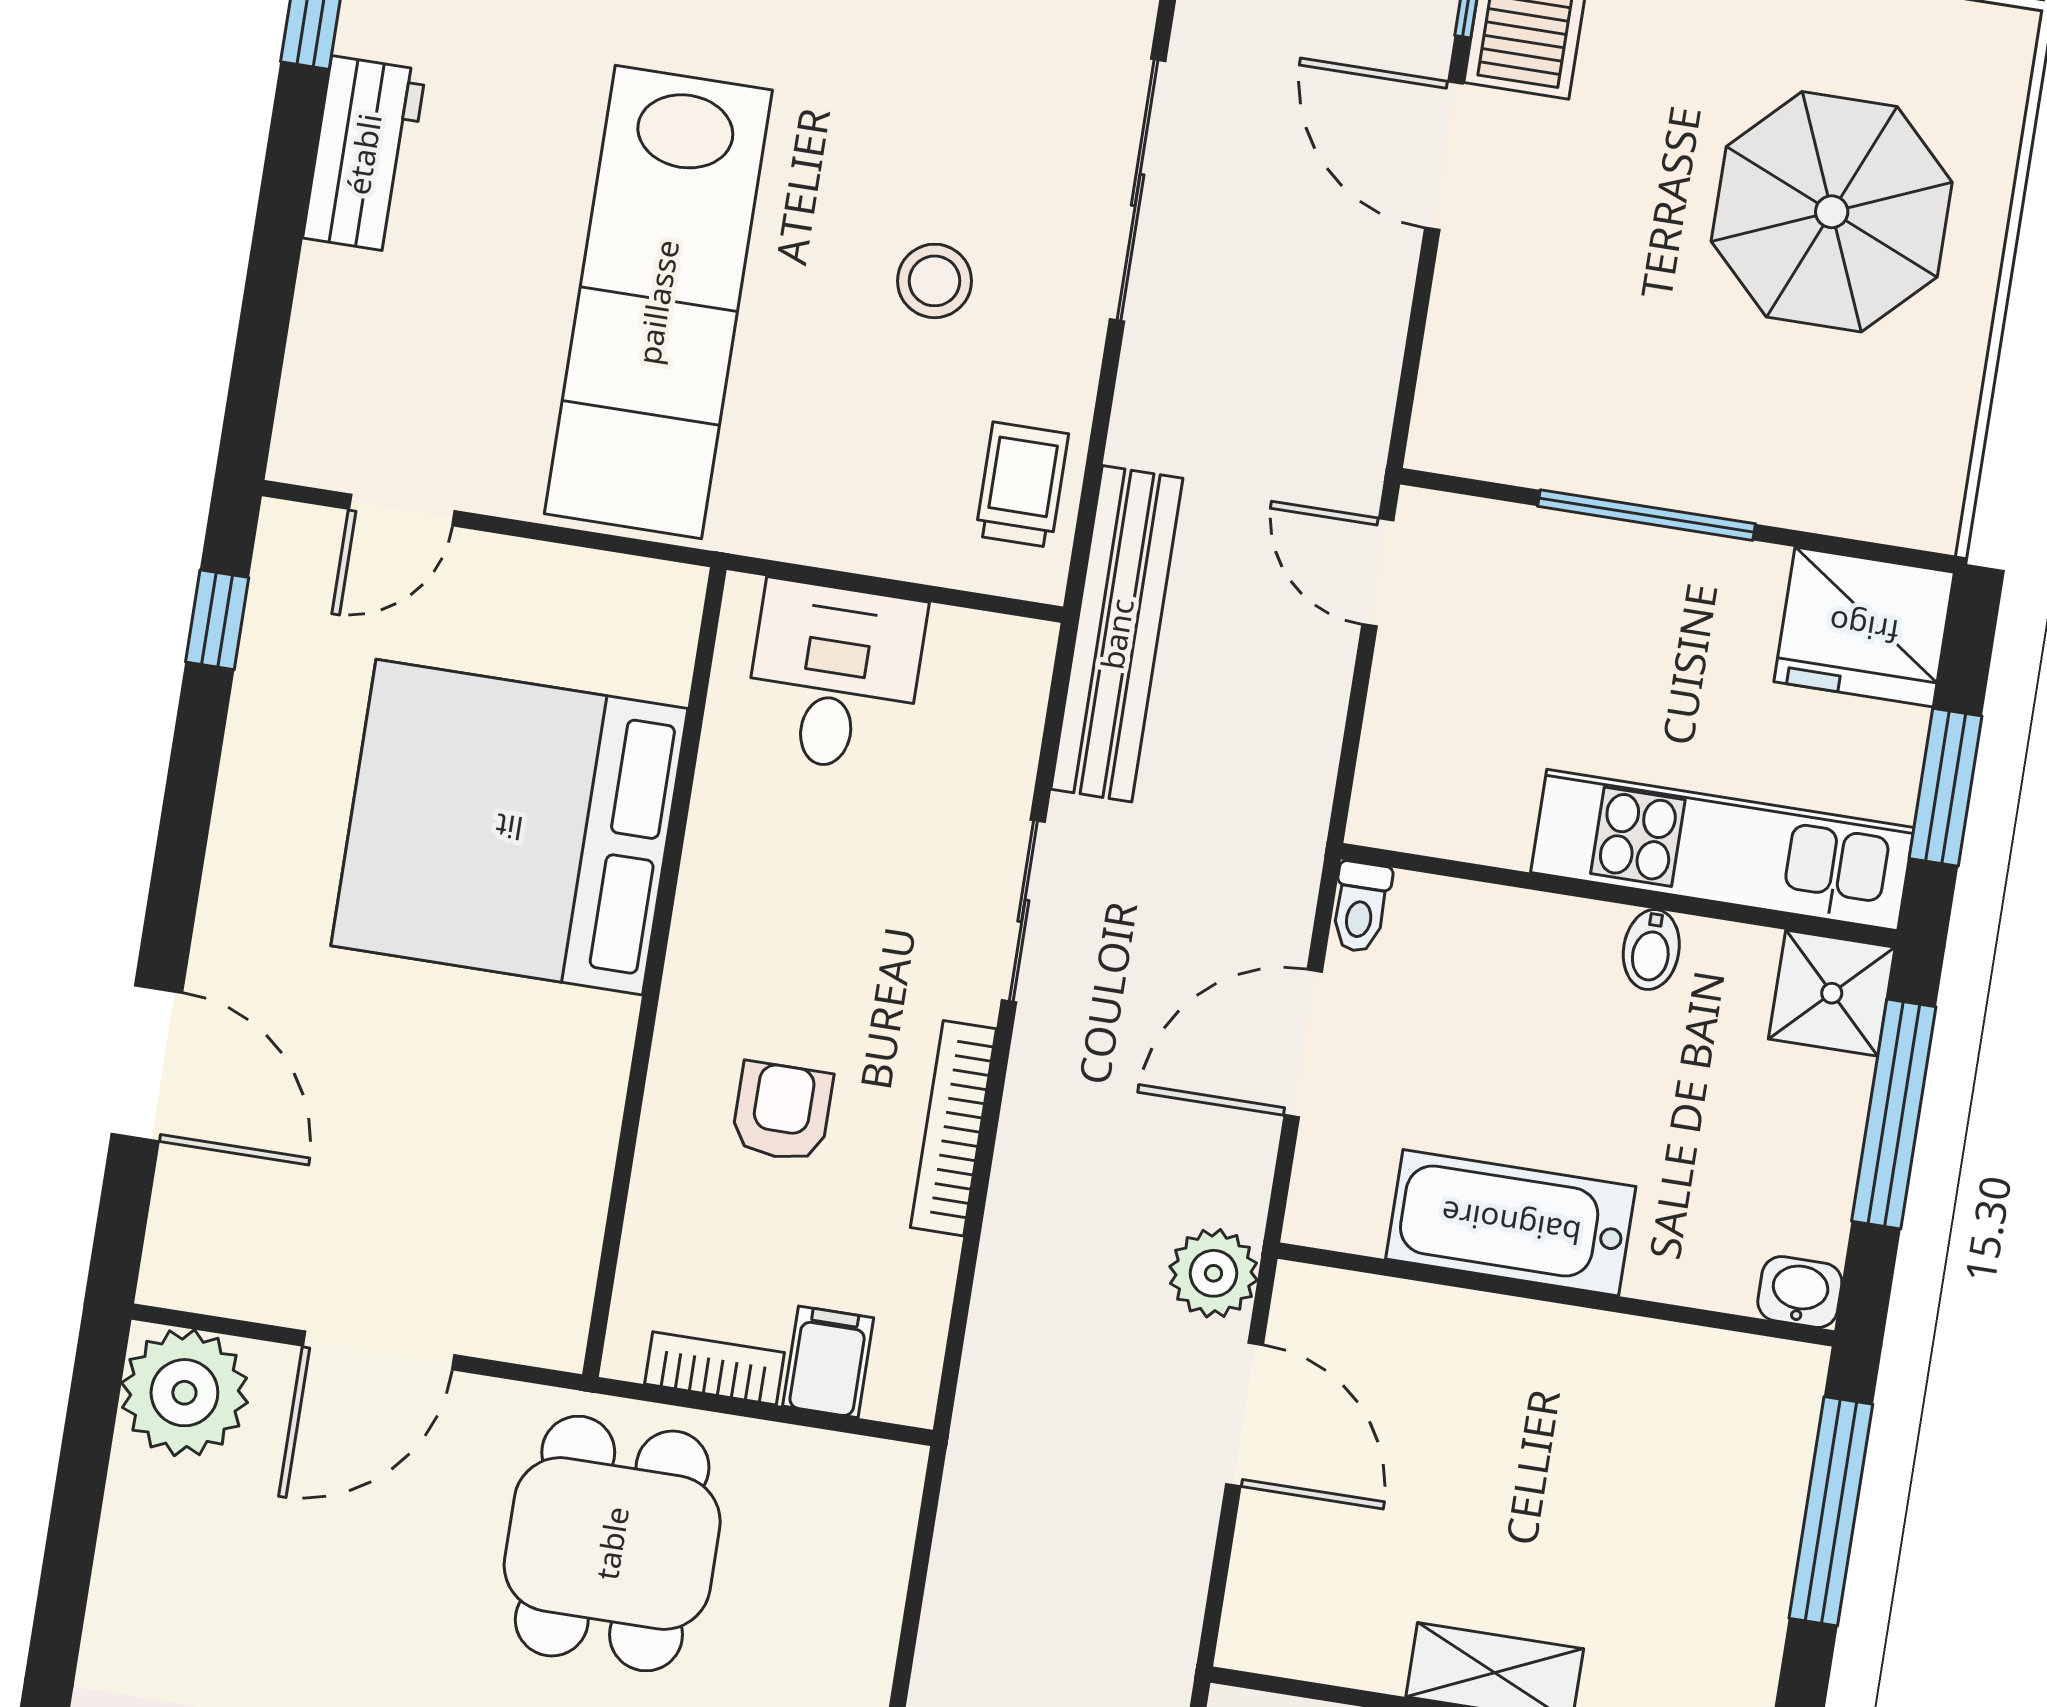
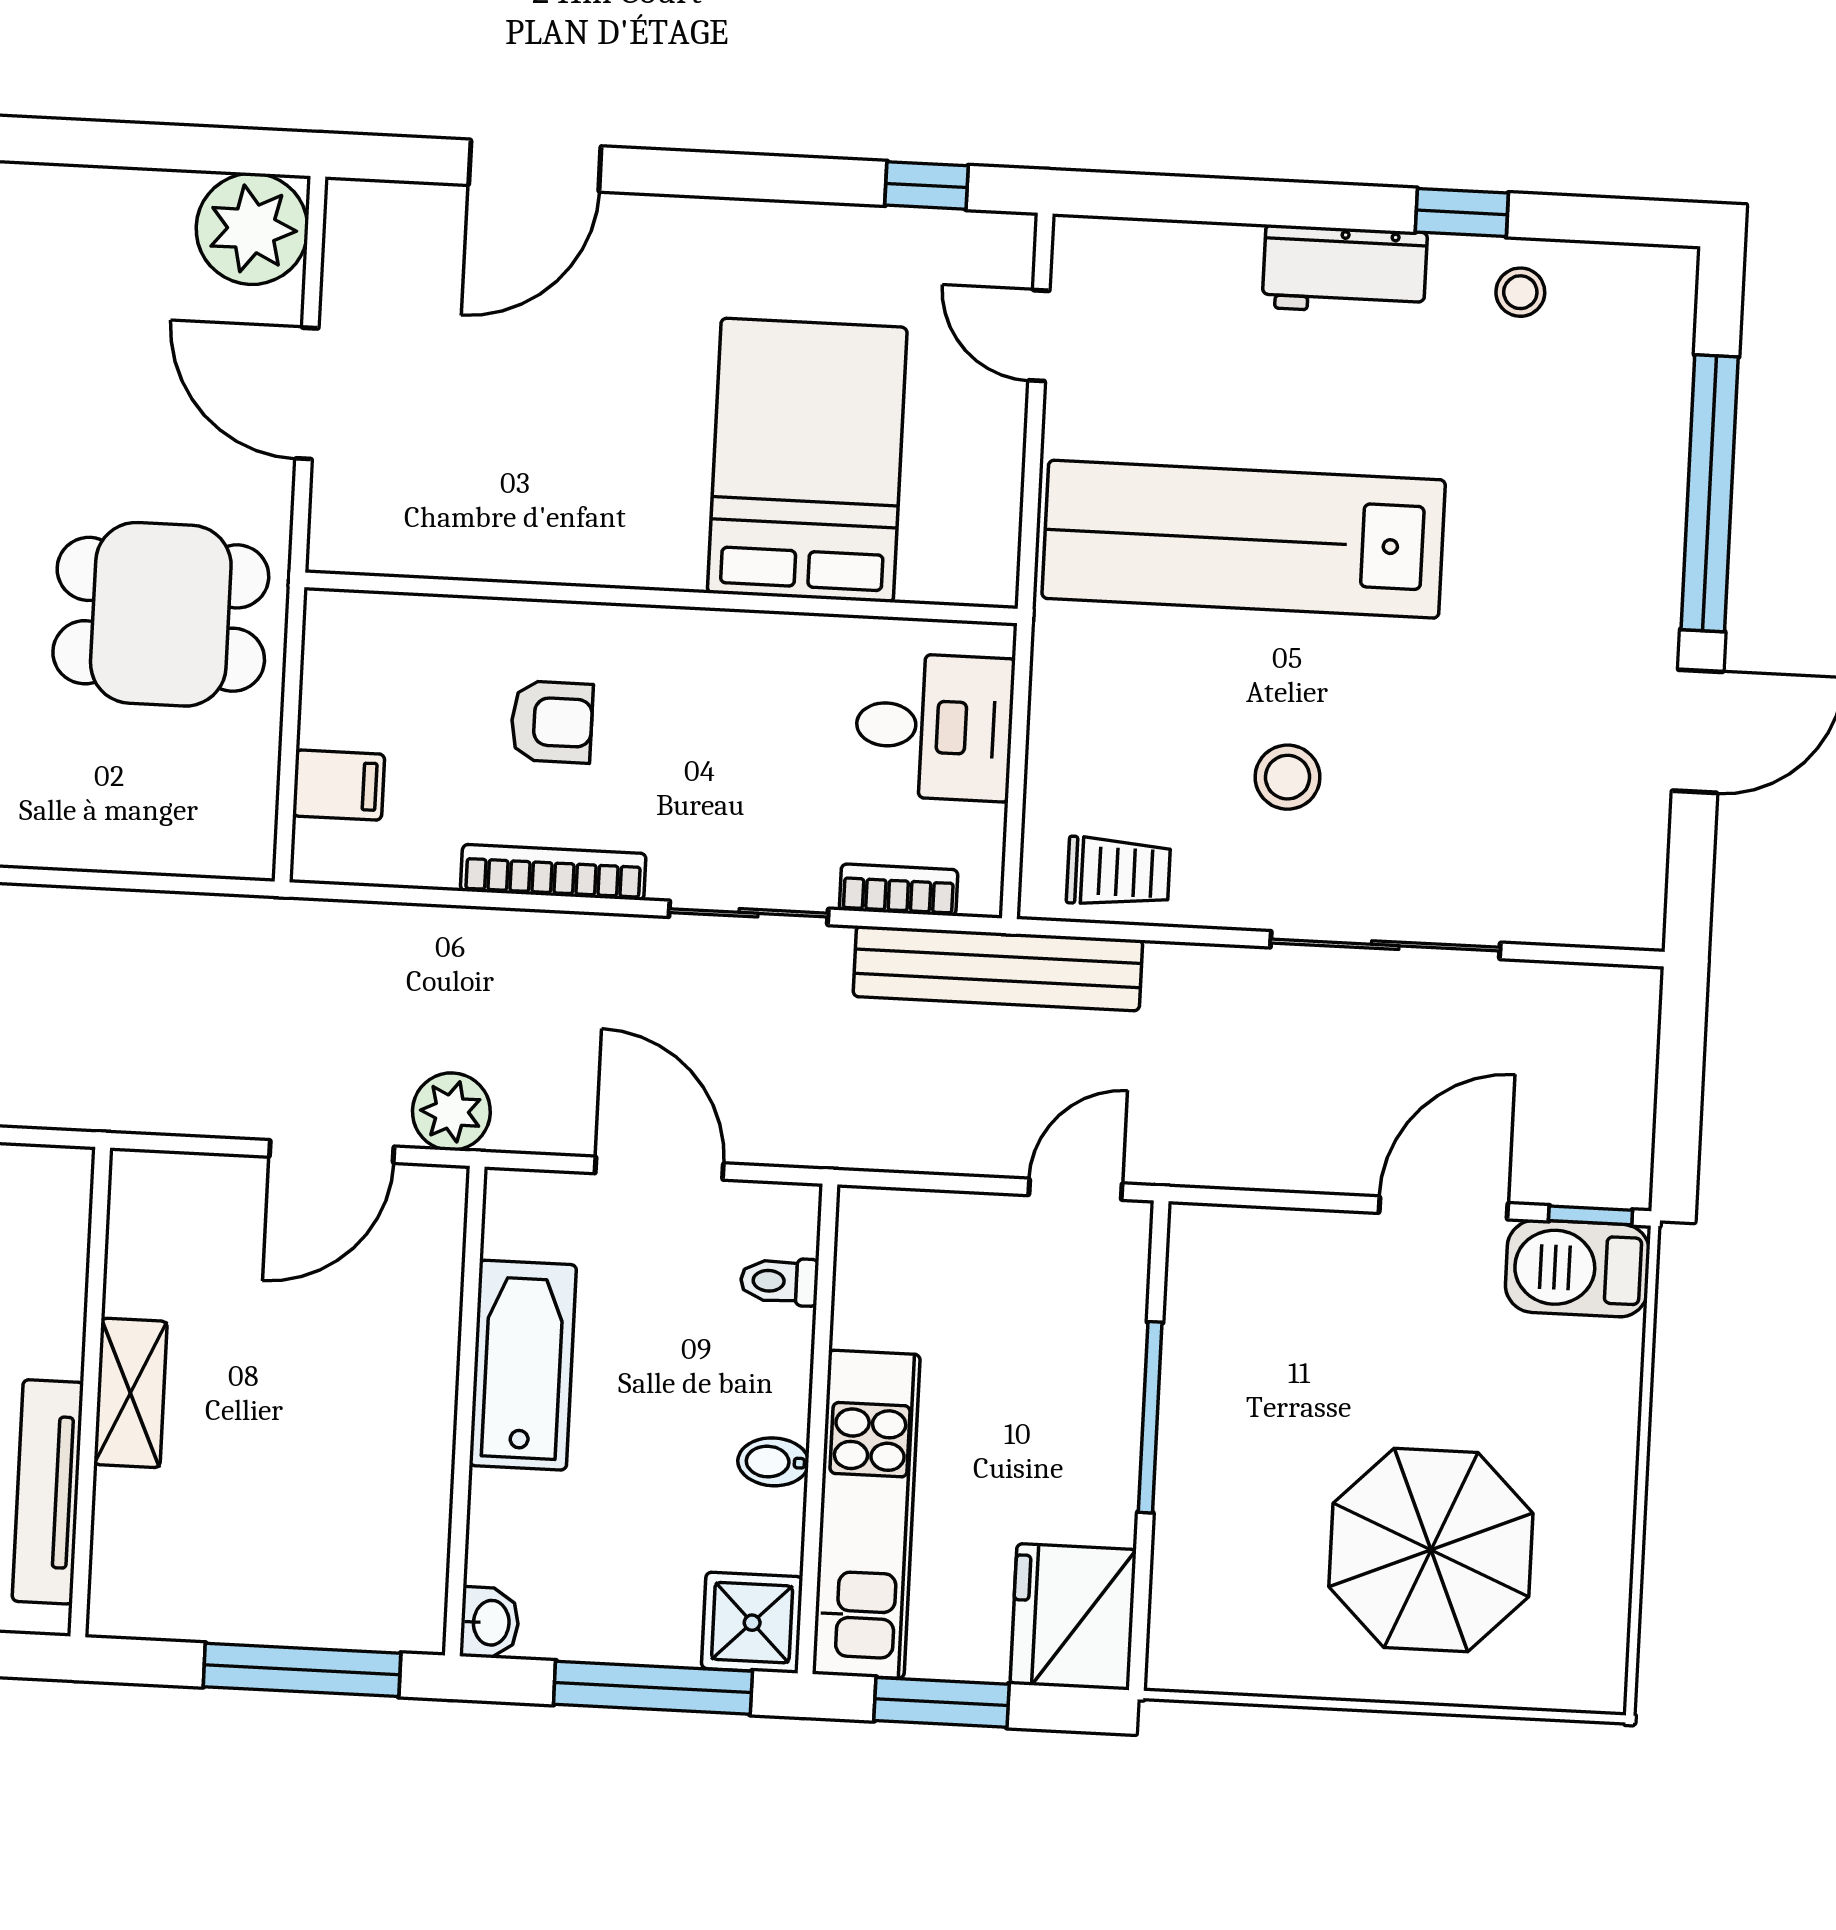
bed: (509, 827) -> (807, 460), width x0.73
toilet: (1361, 907) -> (779, 1281), moved
bookcase: (715, 1368) -> (899, 890), moved, turned -90

